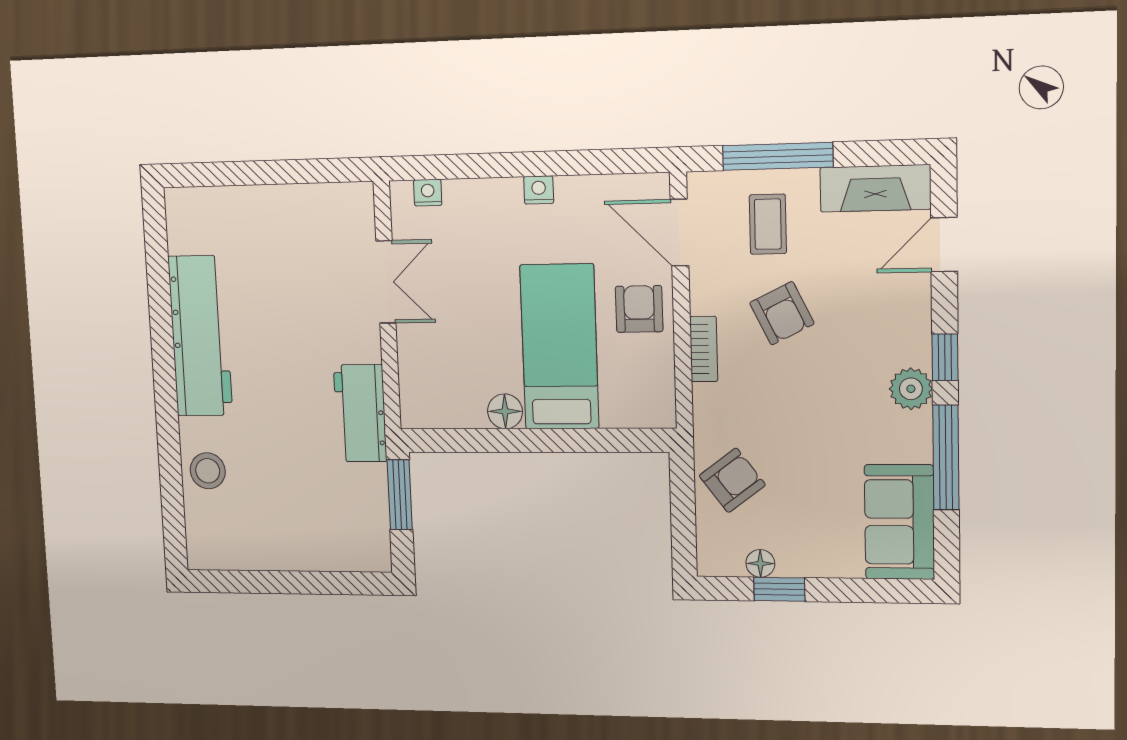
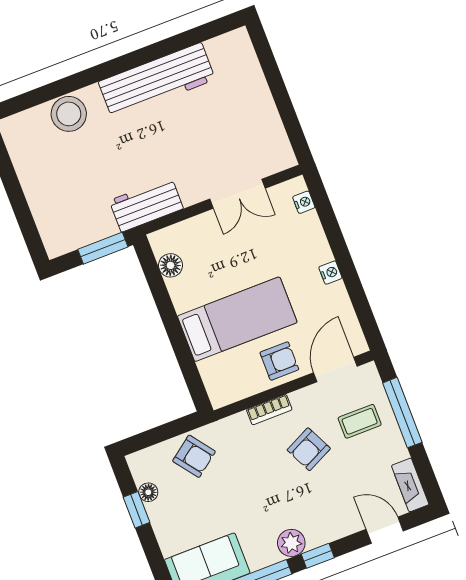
fireplace: (875, 188) -> (410, 485), width x0.73, depth x0.76
floor lamp: (505, 411) -> (171, 265), moved
stool: (208, 471) -> (69, 114), width x1.38, depth x1.38

